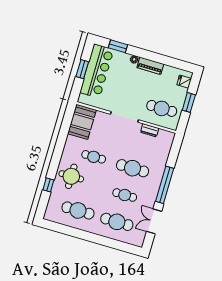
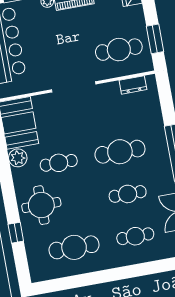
window: (189, 102) -> (155, 39), moved
dresser: (150, 130) -> (133, 85), moved
plant: (71, 142) -> (18, 158), added
cafe table: (117, 222) -> (135, 236), width x0.73, depth x0.74

